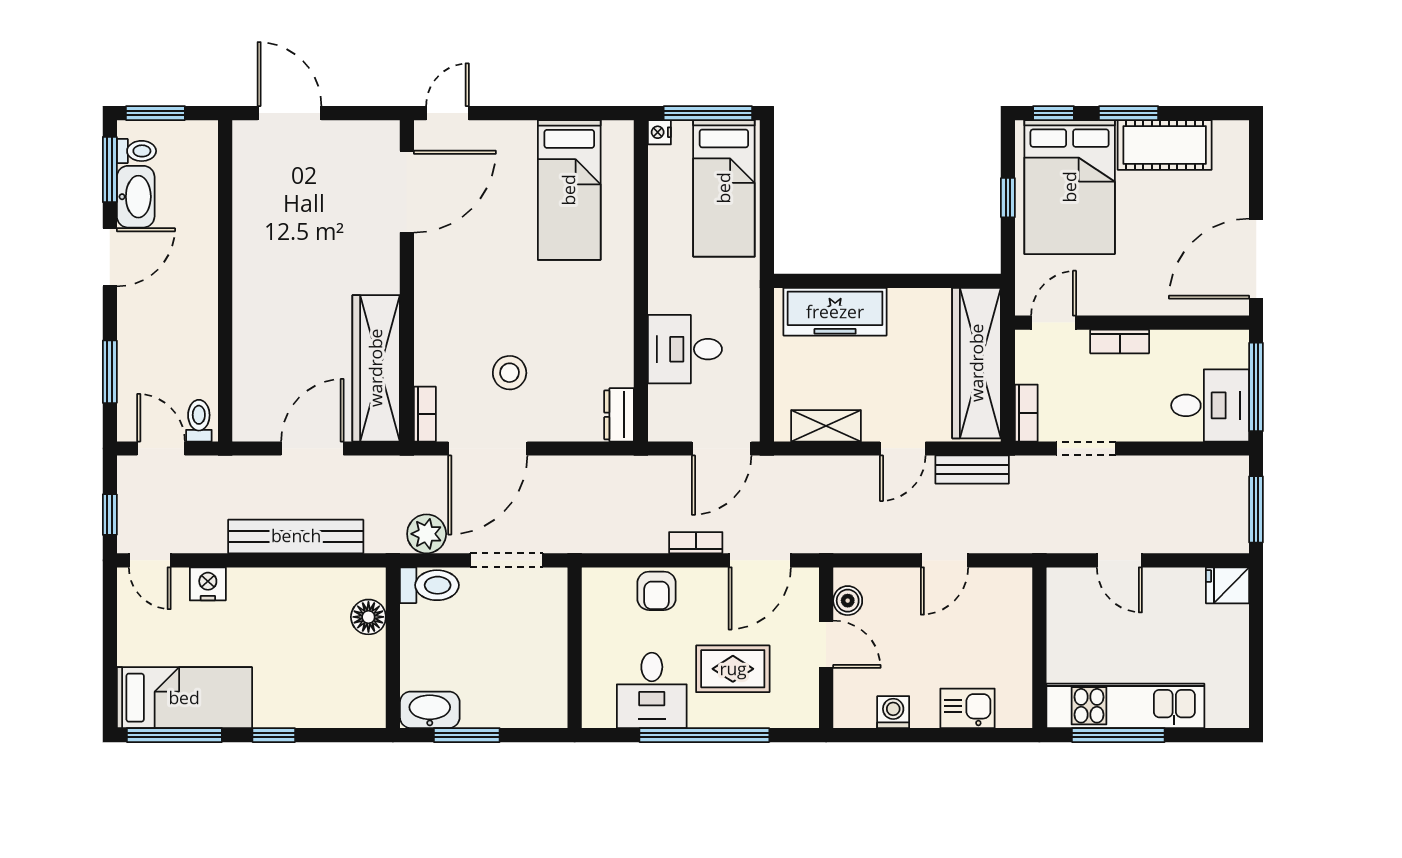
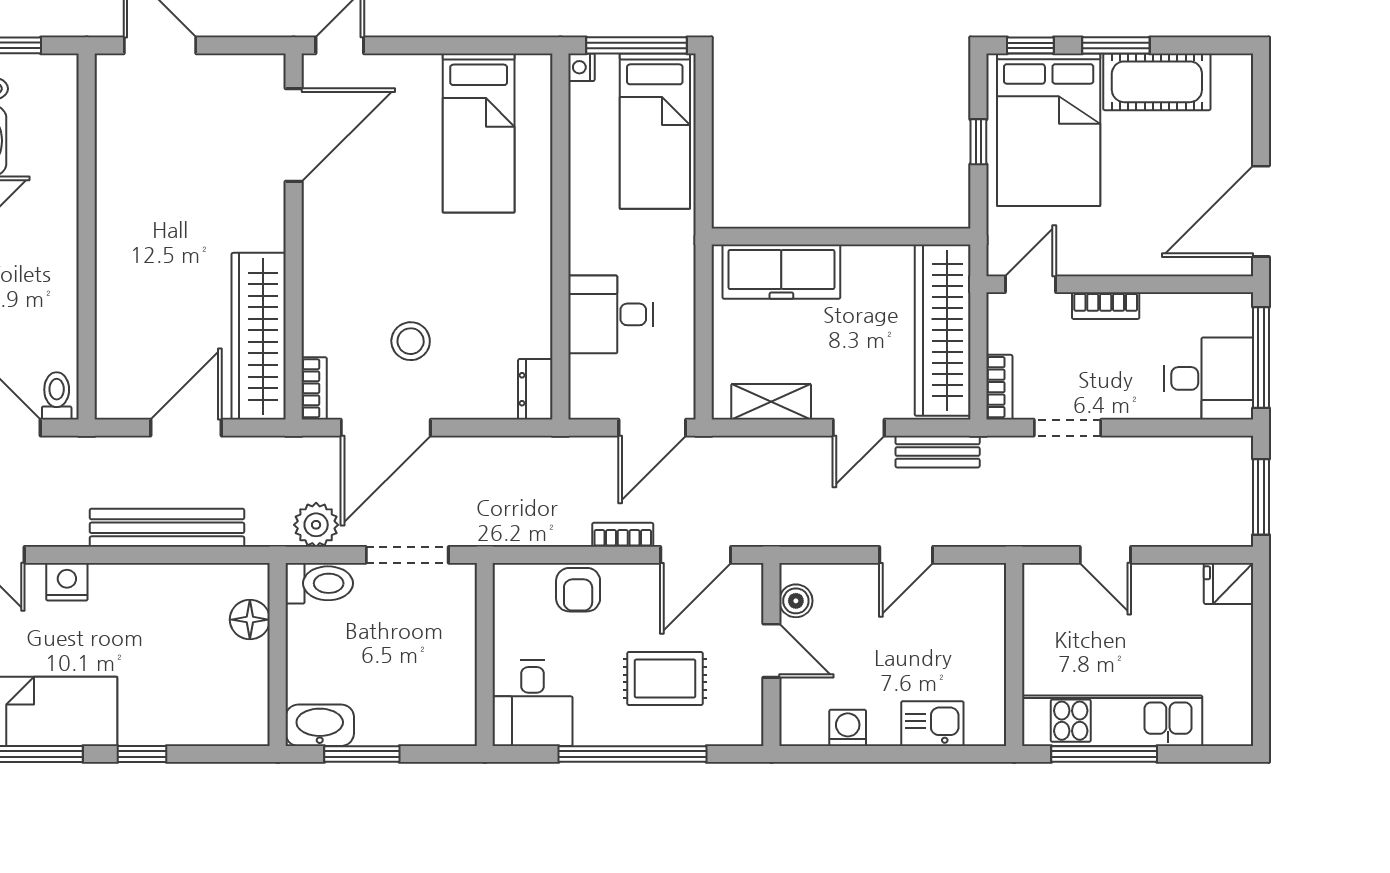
desk: (652, 690) -> (533, 703), moved

